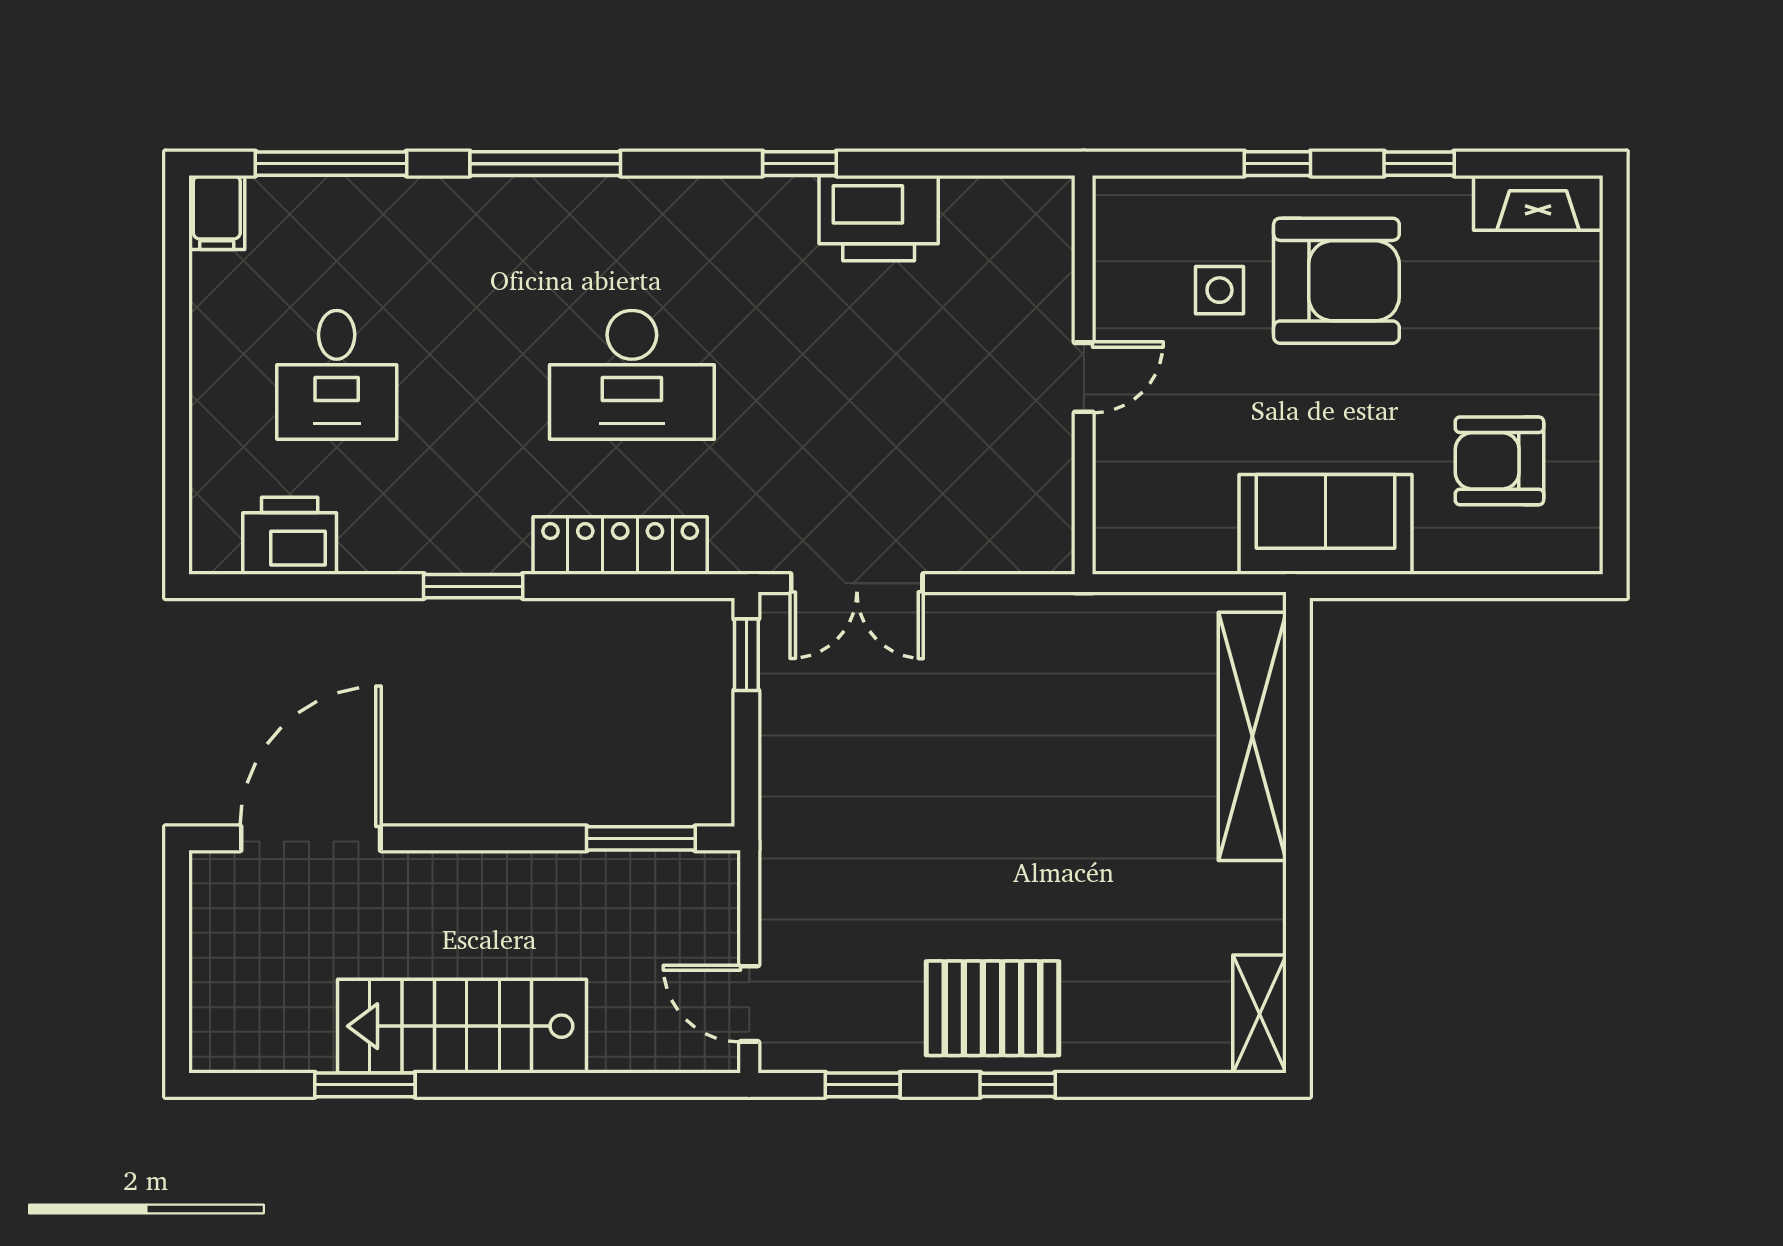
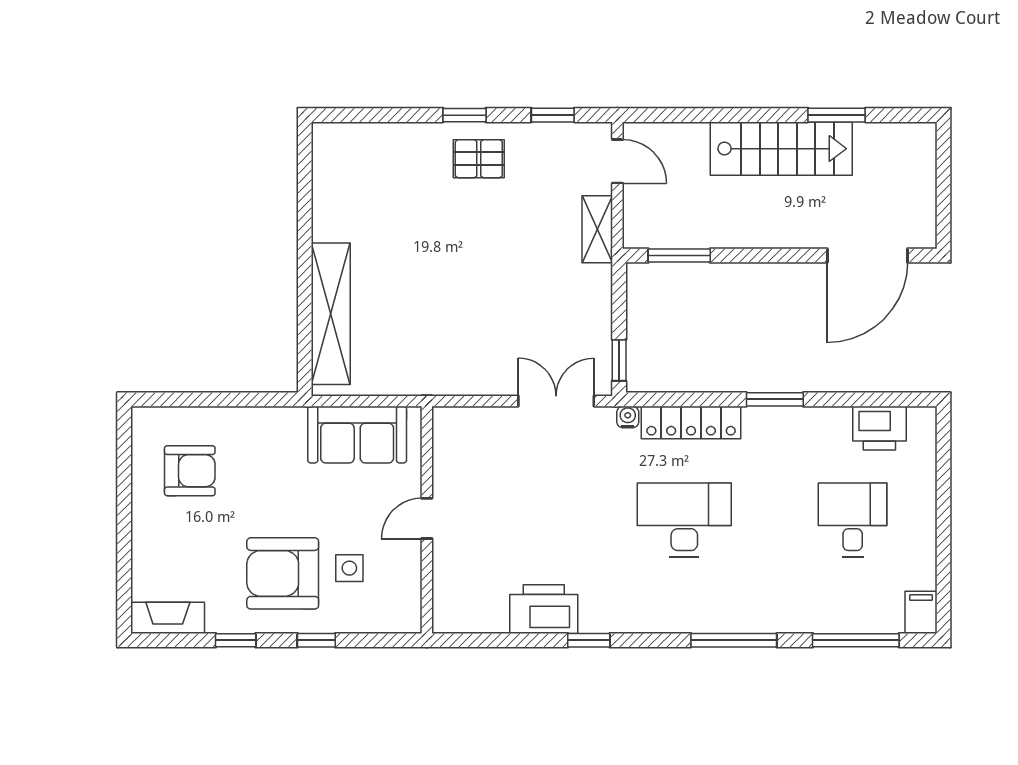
sofa: (1325, 524) -> (357, 435), moved
water cooler: (731, 555) -> (628, 417), added
pallet: (992, 1008) -> (479, 159), width x0.67, depth x0.71
shelving: (1260, 1014) -> (597, 229), moved

